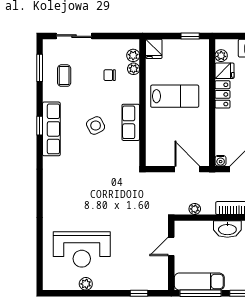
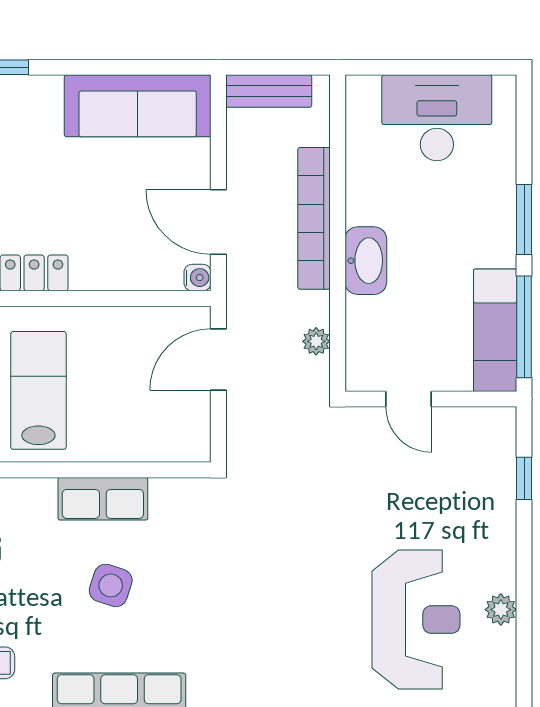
side table: (96, 125) -> (111, 585), turned 45

